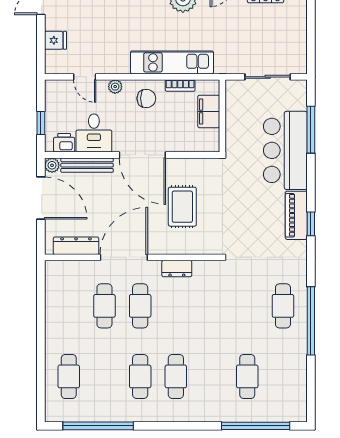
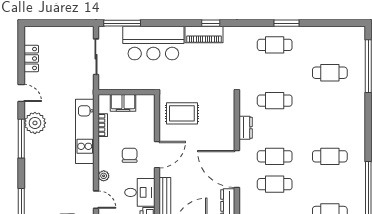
door: (85, 77) -> (96, 200), hinge flipped
chair: (146, 98) -> (130, 155), moved
window: (311, 130) -> (122, 23), moved
door: (142, 155) -> (157, 155), width x0.73
rug: (182, 207) -> (182, 113), moved
window: (311, 321) -> (286, 23), width x0.47
cafe table: (176, 376) -> (275, 101), moved

